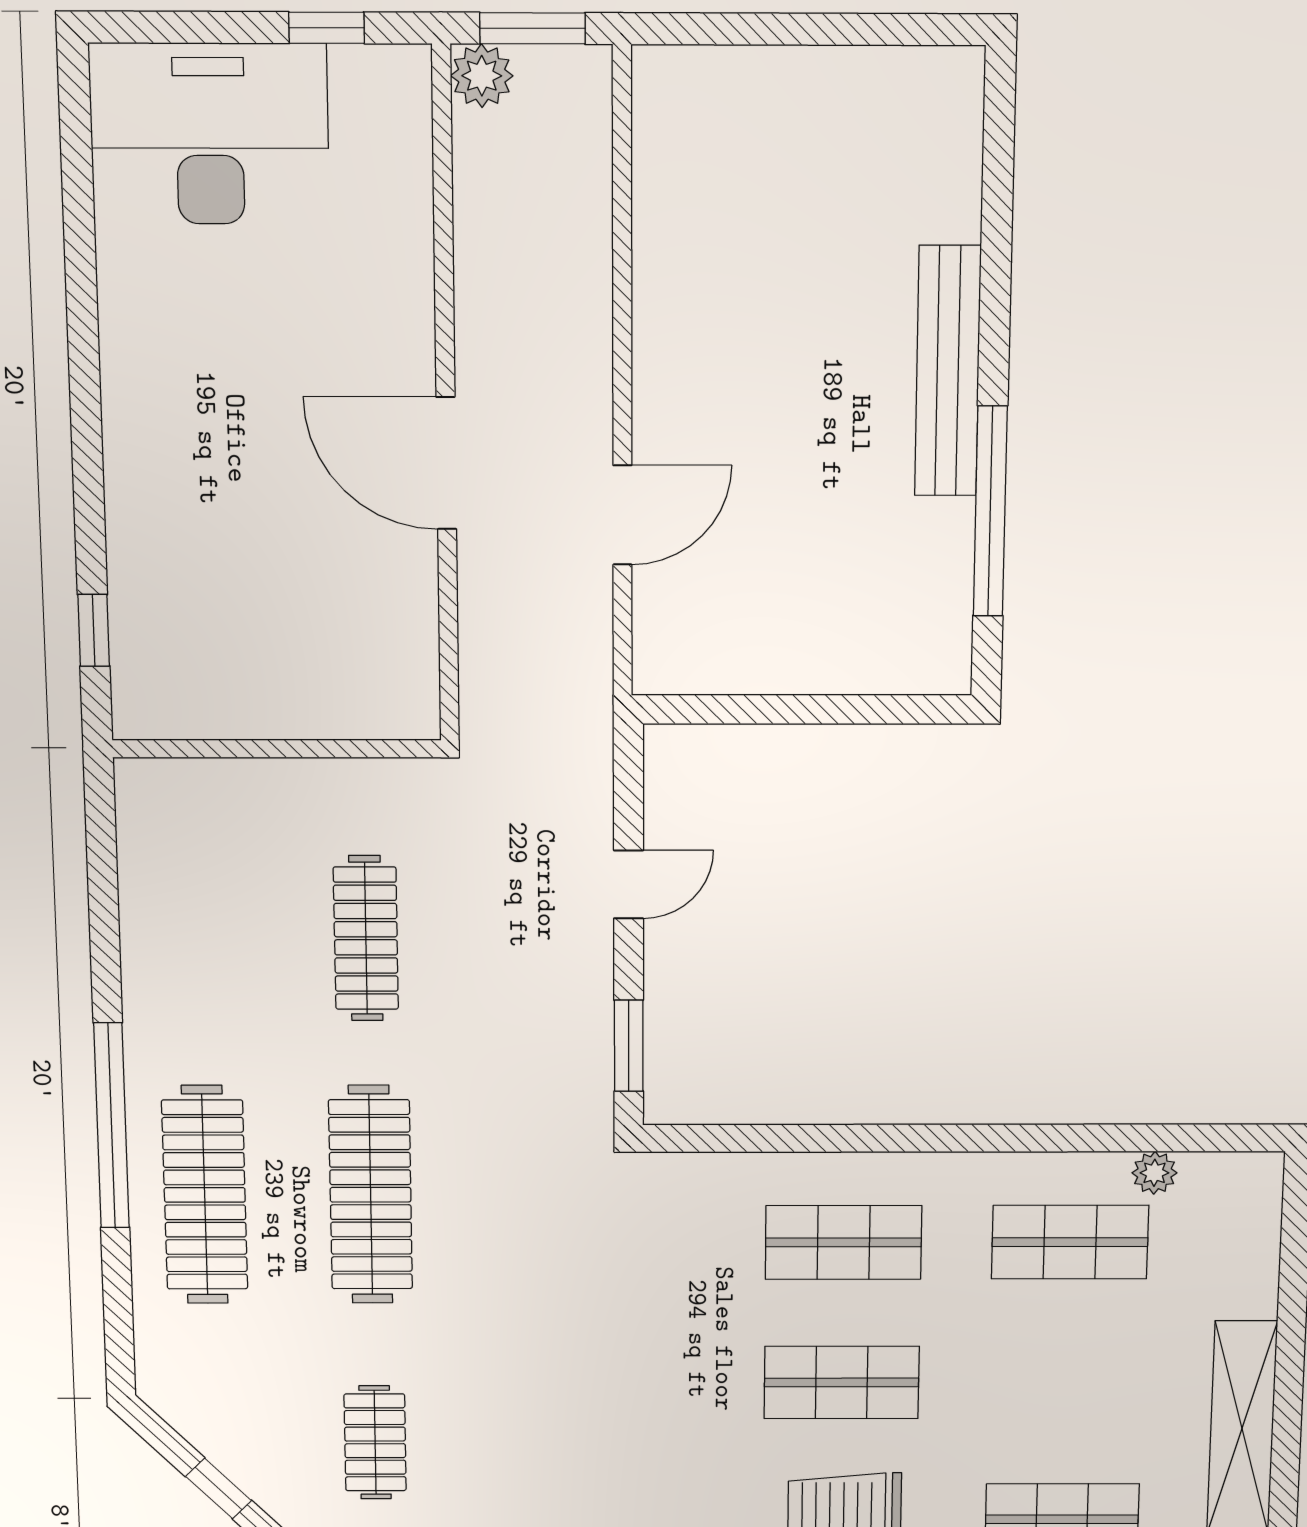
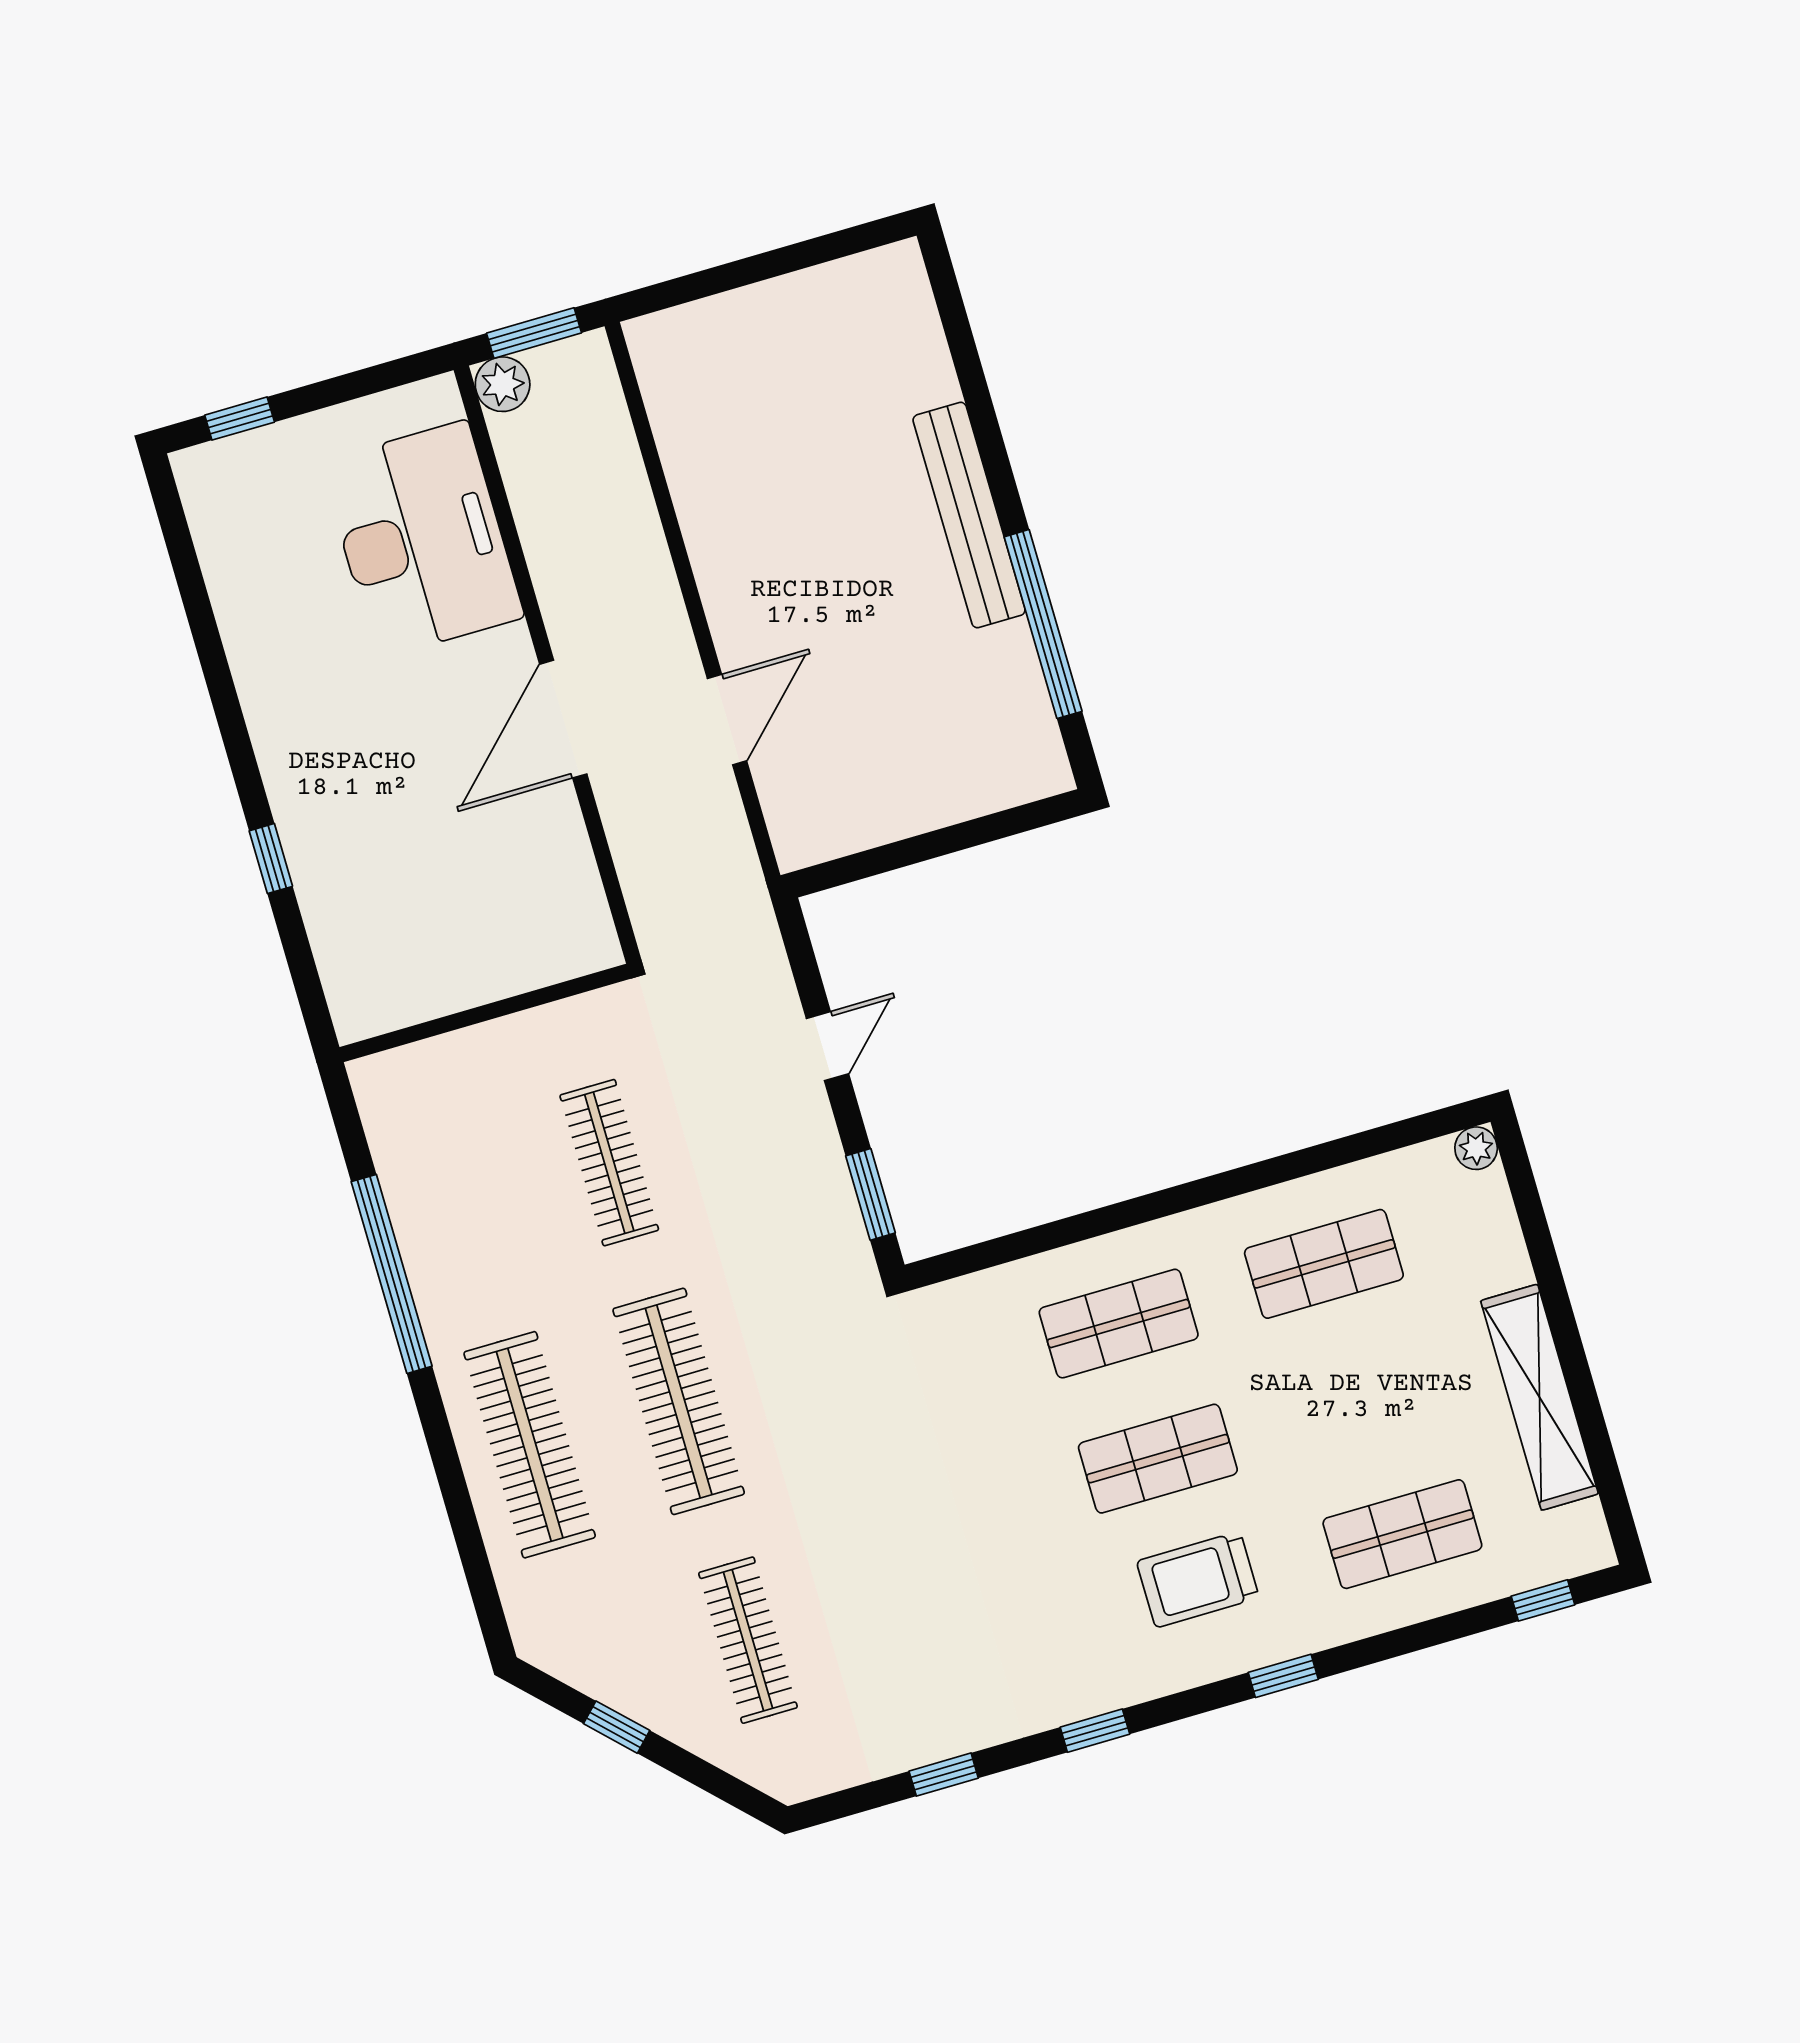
window: (326, 28) -> (240, 419), moved
desk: (210, 134) -> (422, 540), moved, turned 90
door: (446, 463) -> (563, 719), hinge flipped
window: (94, 630) -> (271, 859), moved
window: (111, 1126) -> (392, 1274), moved
plant: (1154, 1173) -> (1476, 1148), moved
clothes rail: (375, 1442) -> (748, 1640), width x1.36

